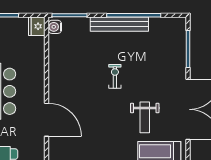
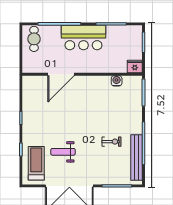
bench: (119, 24) -> (137, 157), moved
water cooler: (55, 27) -> (117, 81), moved
exercise bike: (115, 76) -> (112, 142), moved

